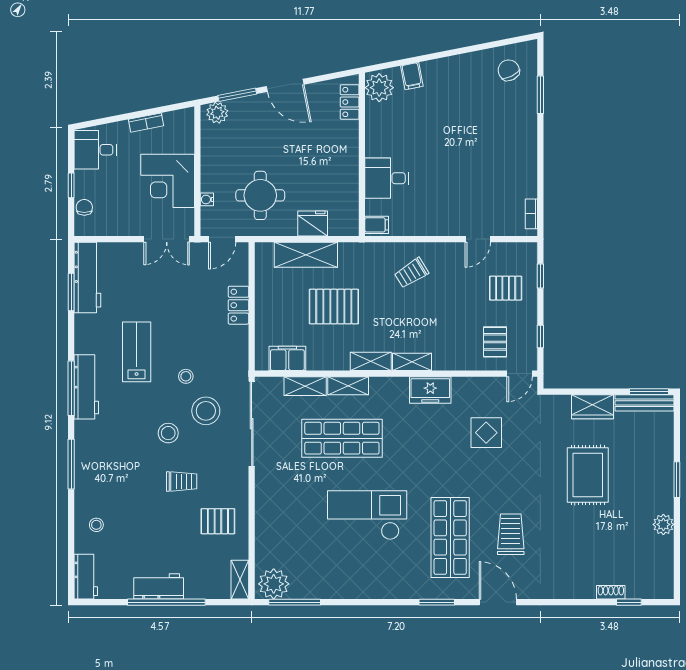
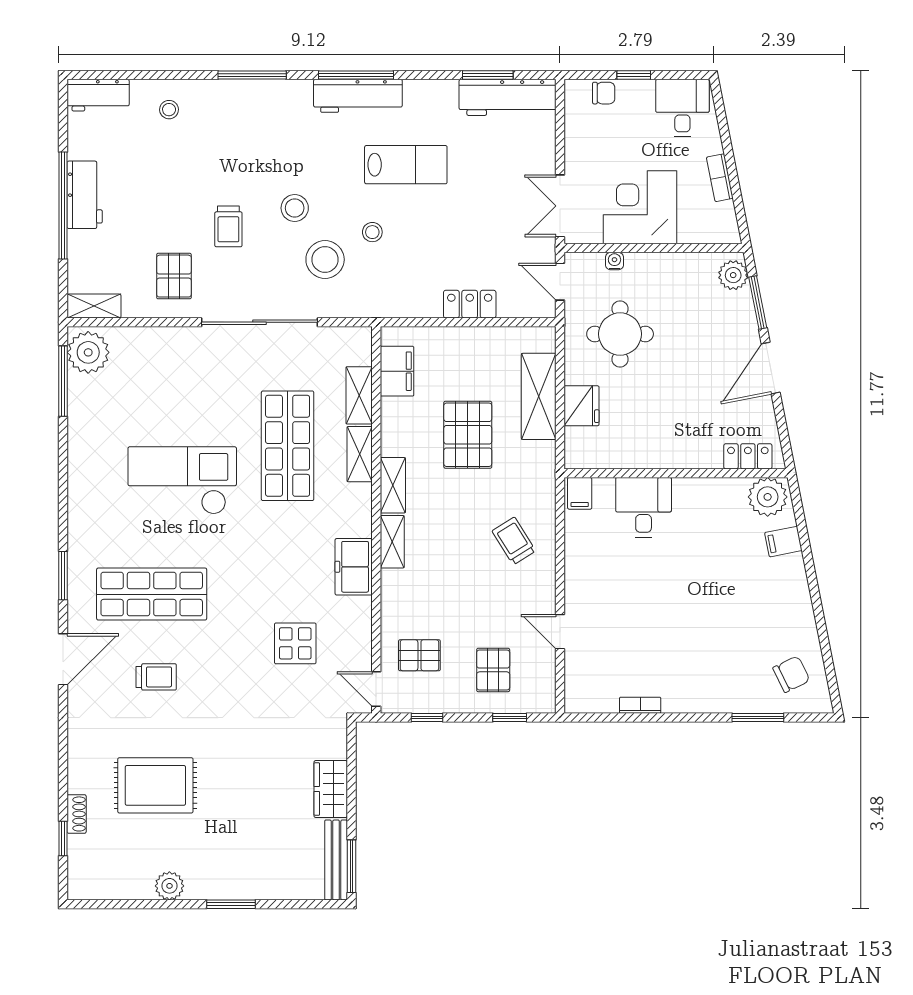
bookcase: (531, 214) -> (640, 705), moved
sliding door: (252, 424) -> (259, 322), moved
rug: (588, 475) -> (155, 785), moved
checkout: (367, 515) -> (182, 480), turned -90
trolley: (511, 534) -> (156, 677), width x0.73, depth x0.72

